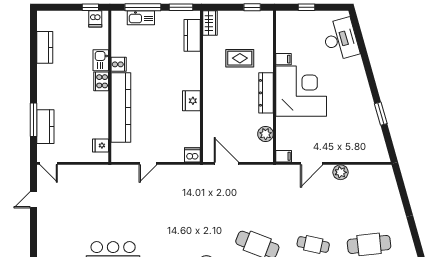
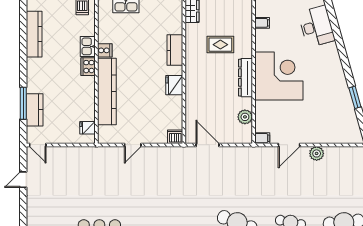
kitchen counter: (192, 35) -> (175, 50), moved
kitchen counter: (45, 47) -> (34, 34), width x1.50
filing cabinet: (283, 59) -> (262, 23), moved

